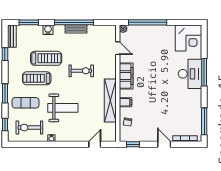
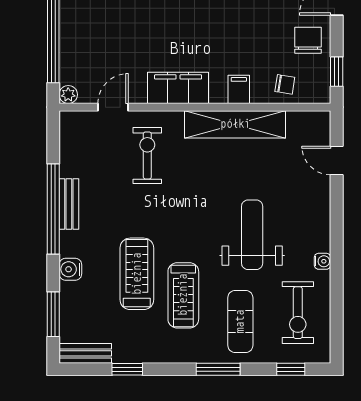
exercise bike: (81, 71) -> (147, 155), moved
chair: (147, 132) -> (308, 40), added

